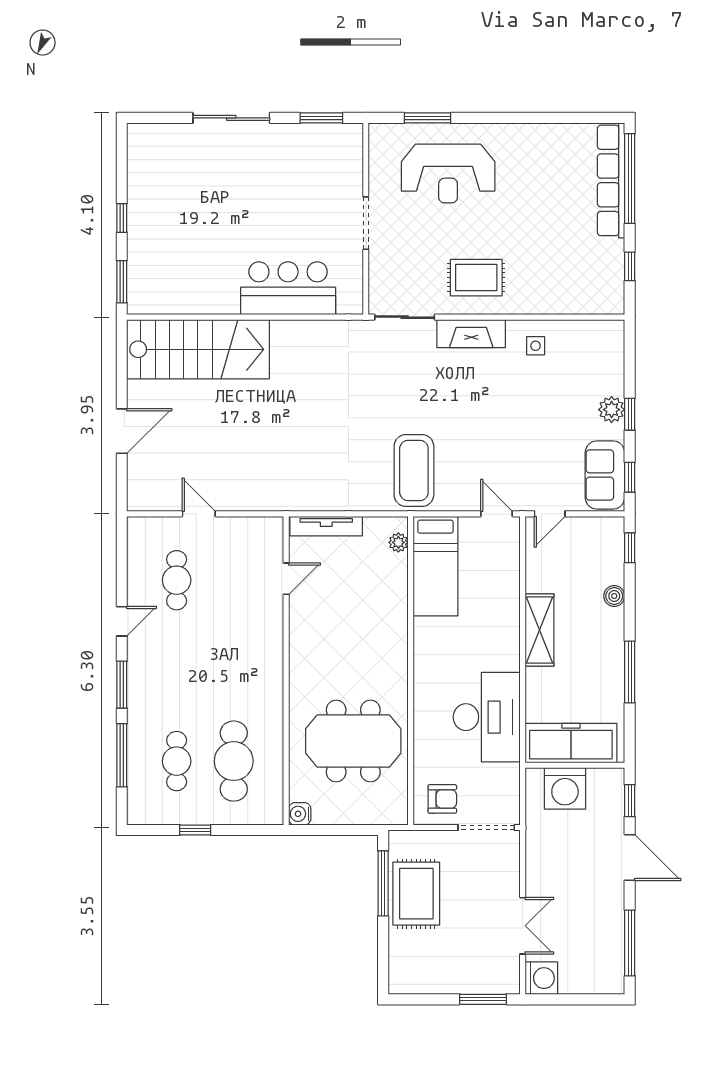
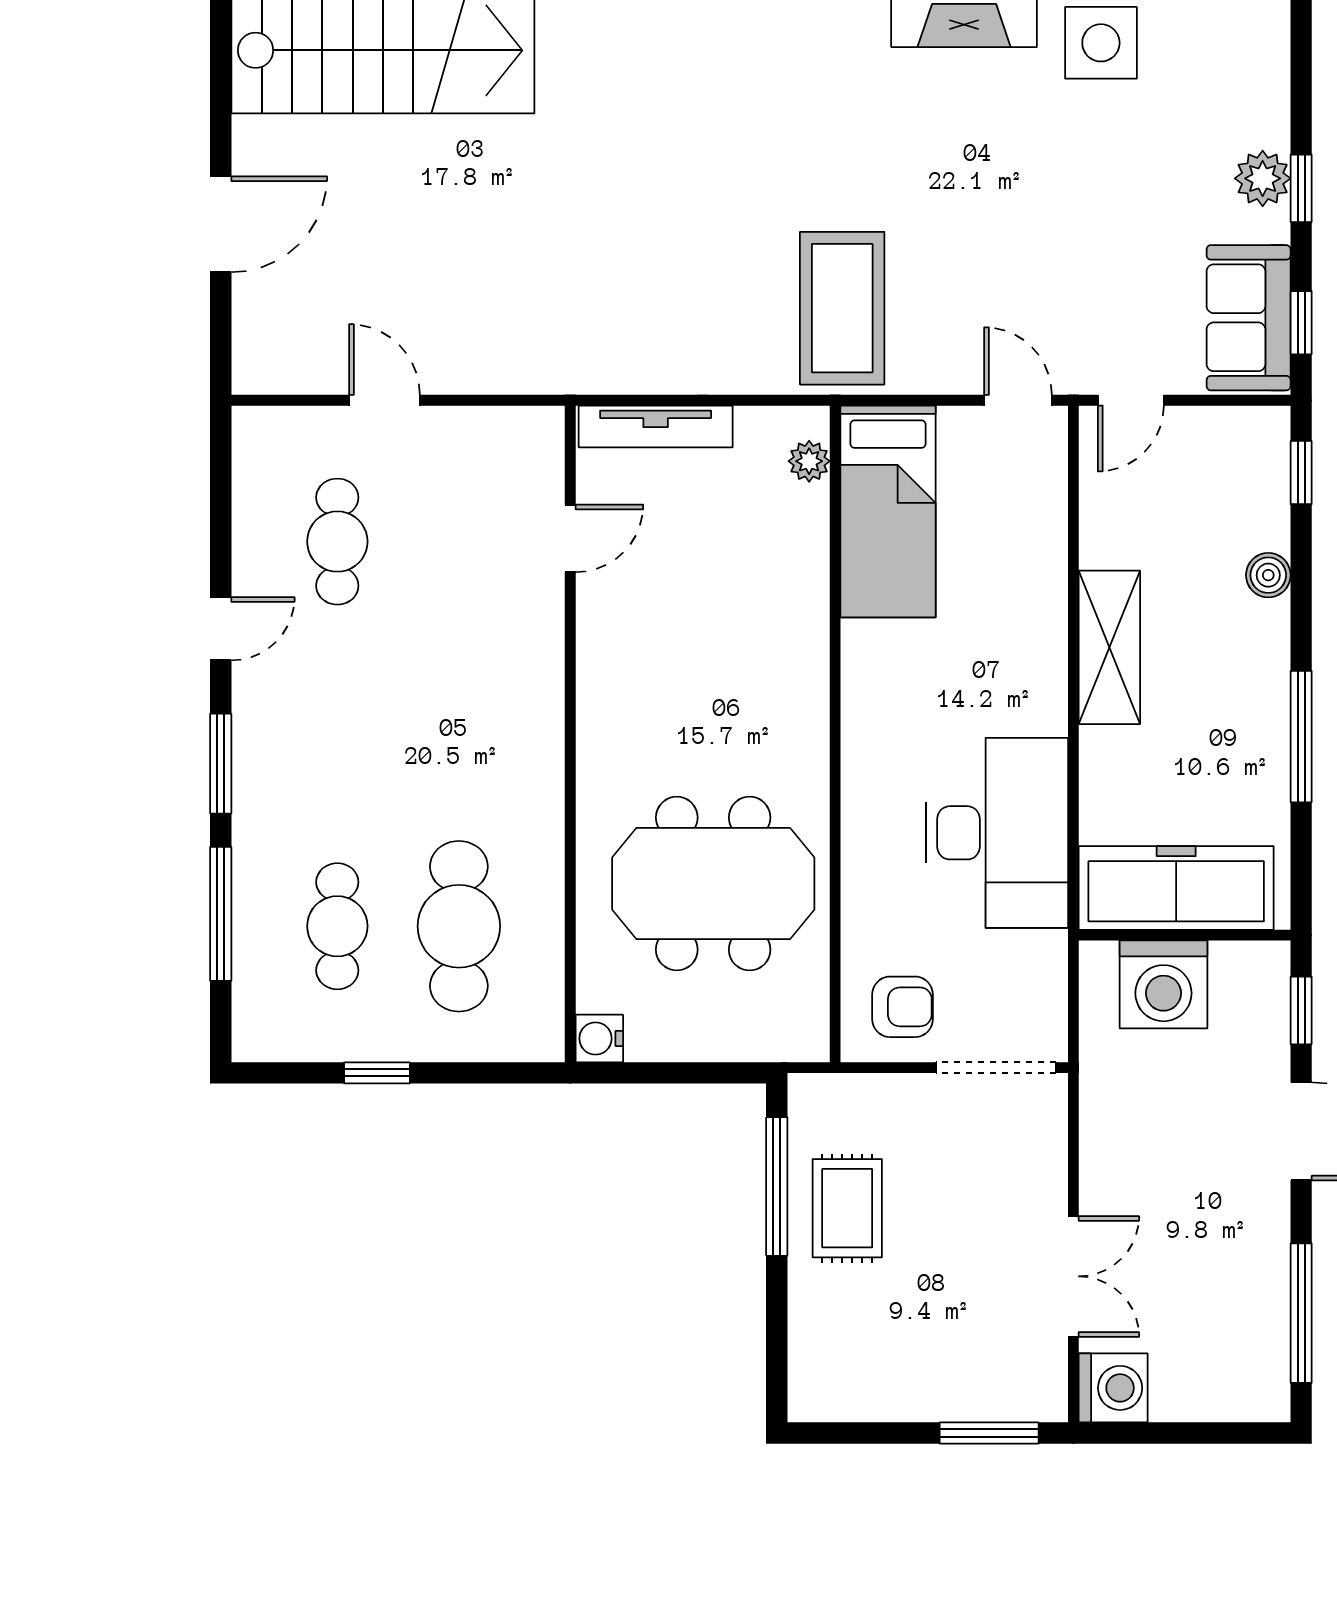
side table: (536, 346) -> (1101, 43), width x1.87, depth x1.87
rug: (416, 894) -> (847, 1208), width x0.73, depth x0.70

